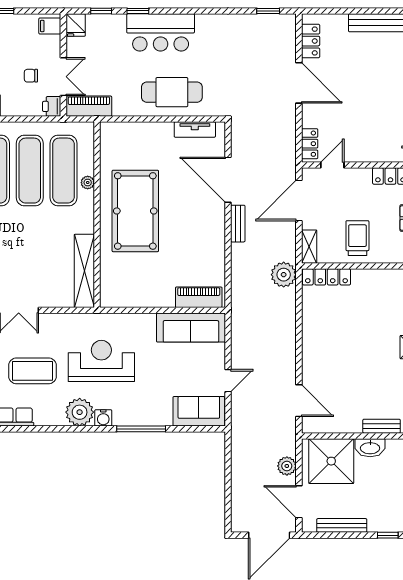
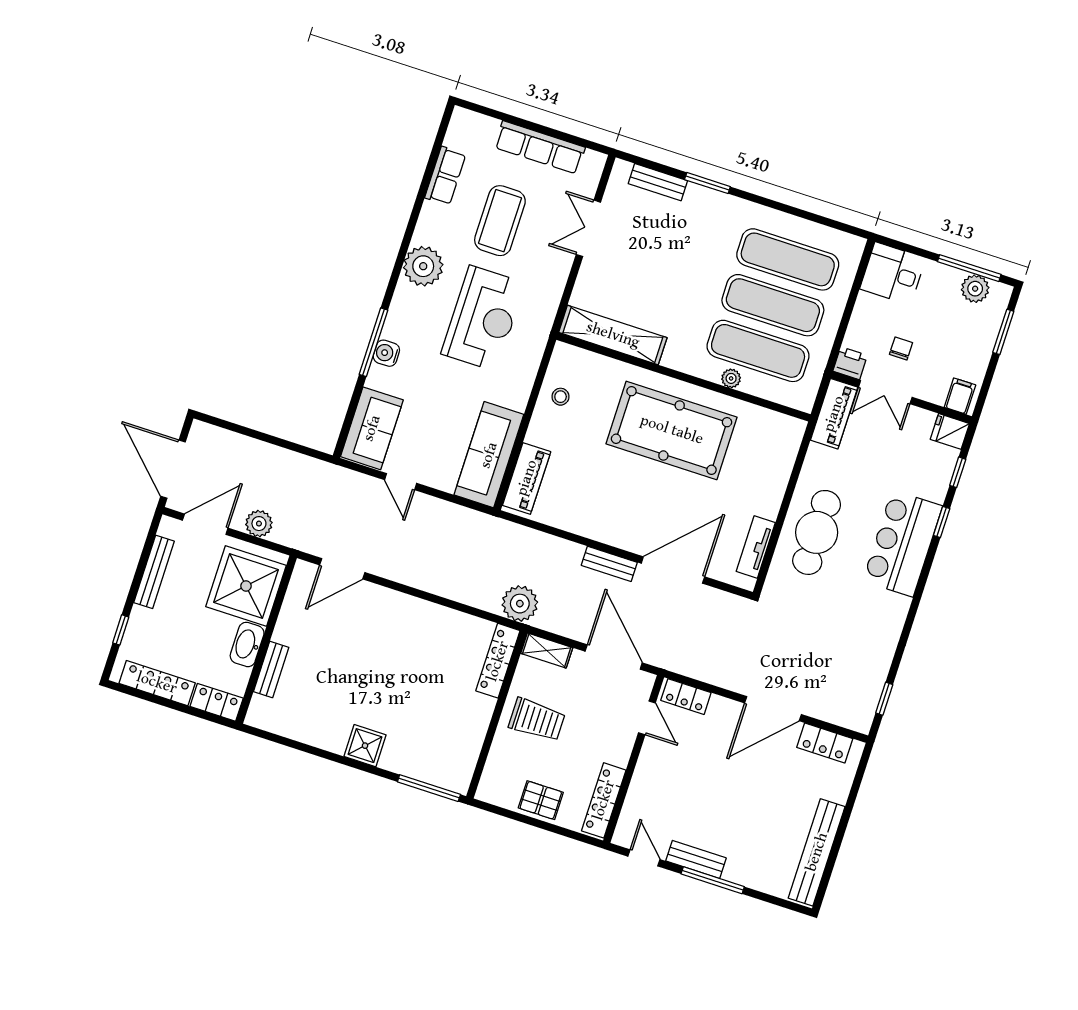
stool: (137, 292) -> (561, 397), added
water cooler: (103, 418) -> (386, 353), moved

